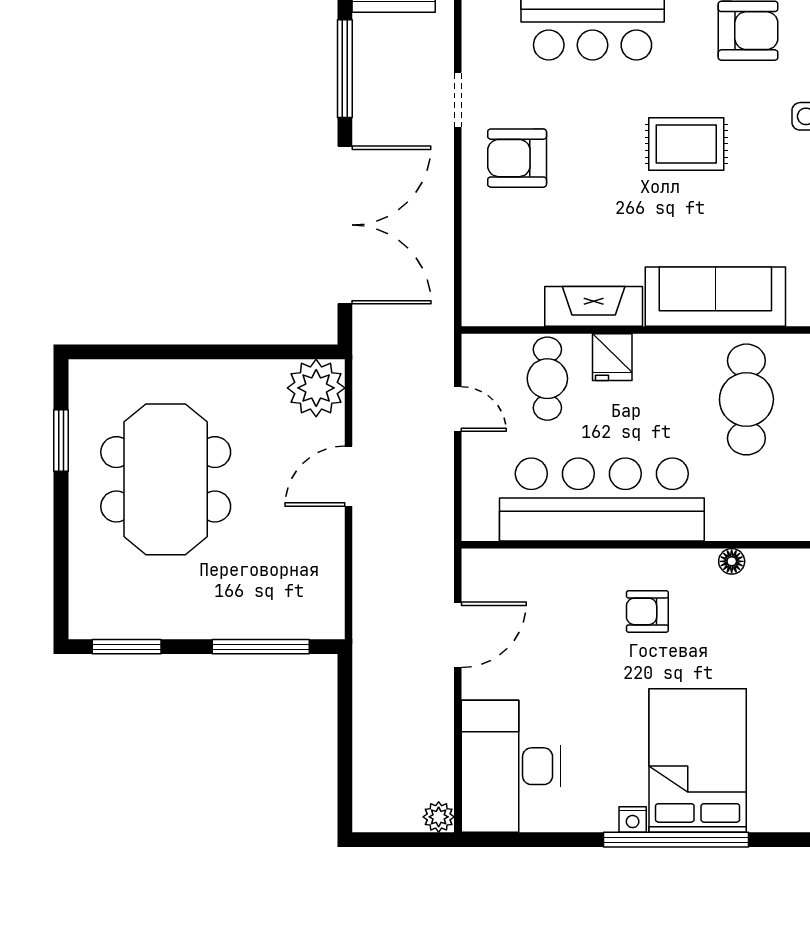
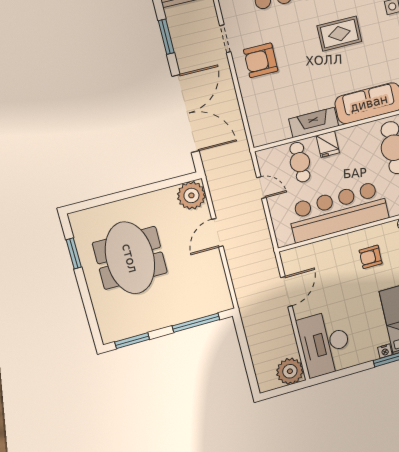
window: (345, 69) -> (166, 37), width x0.69
plant: (439, 817) -> (290, 371), width x1.88, depth x1.88

